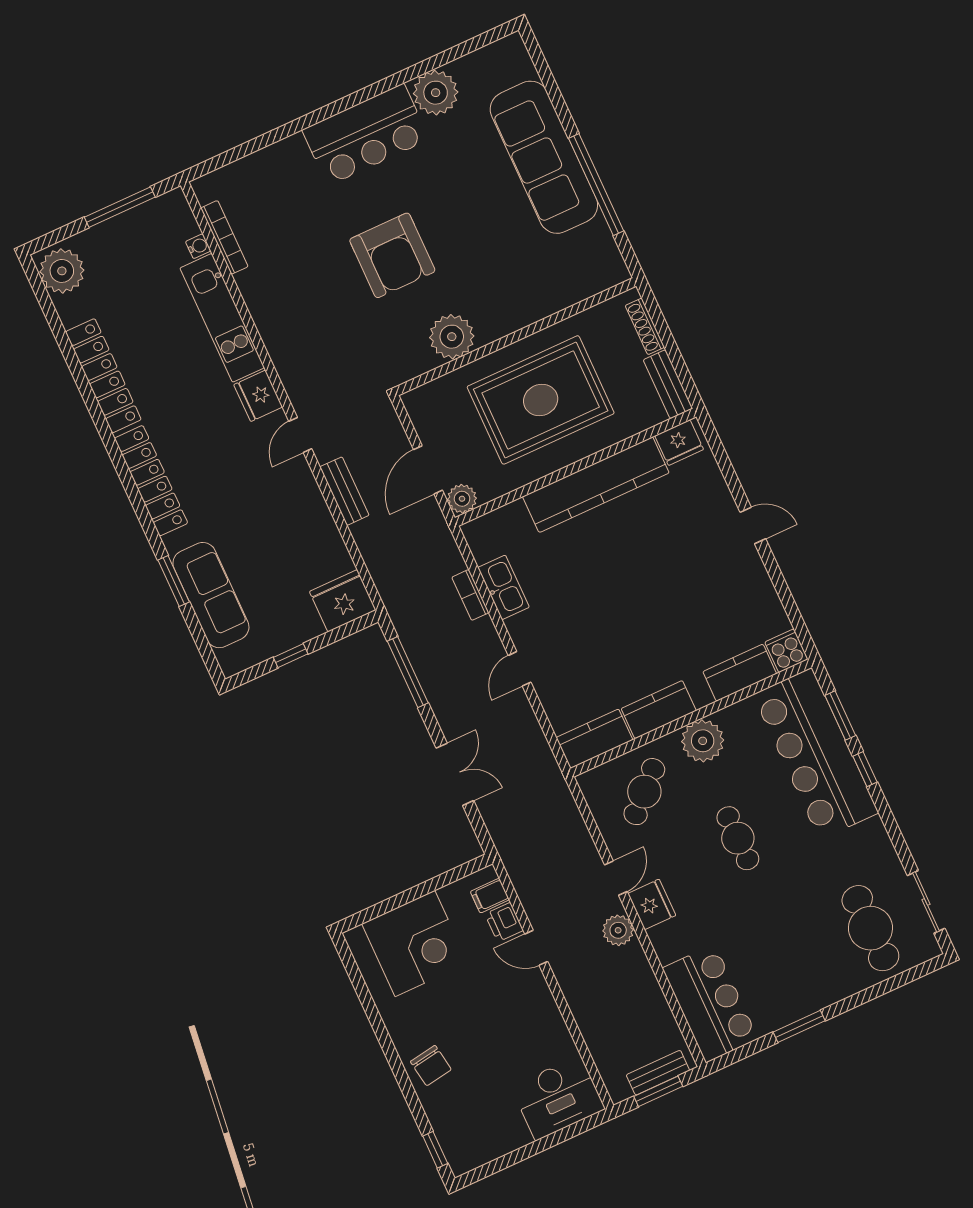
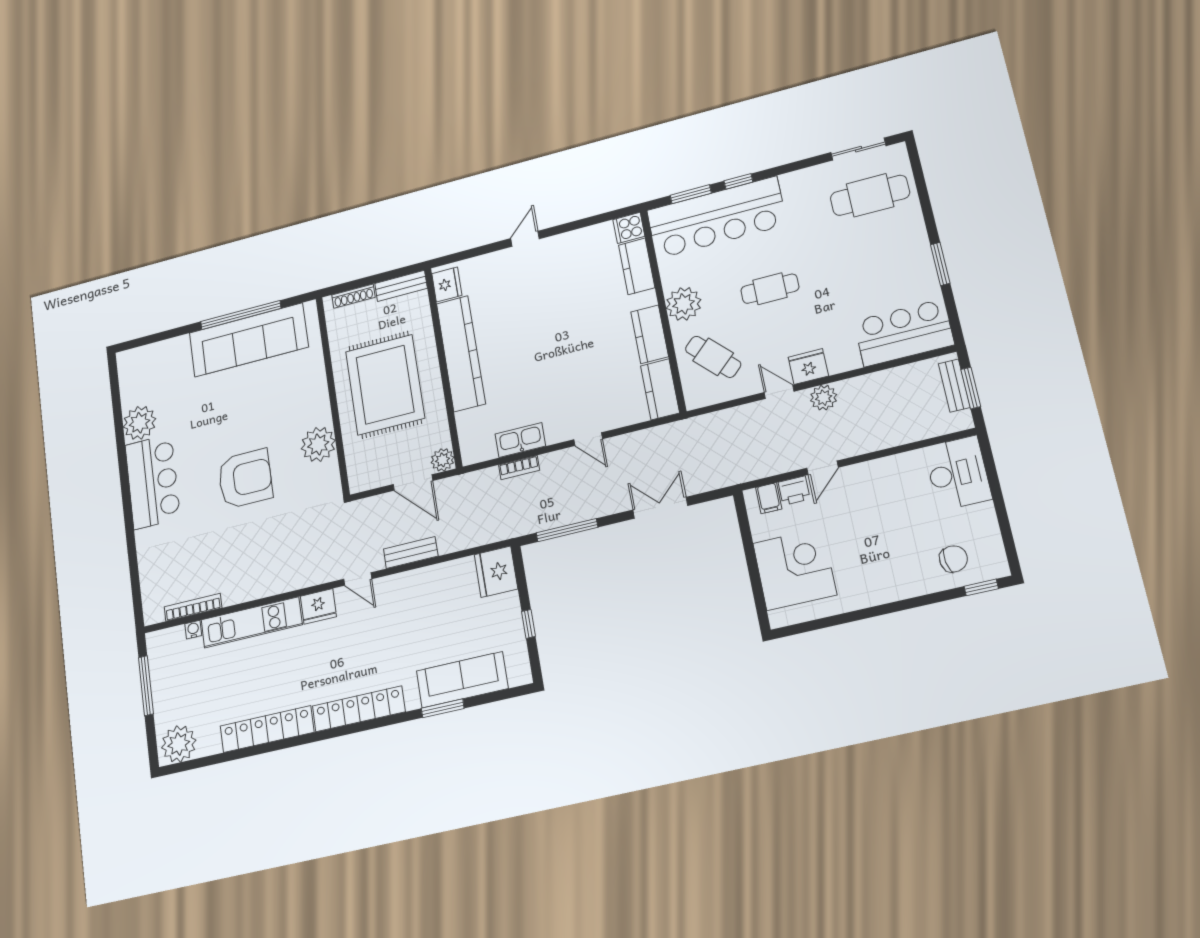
sofa: (544, 157) -> (249, 340), moved
chair: (431, 1066) -> (953, 559), moved

